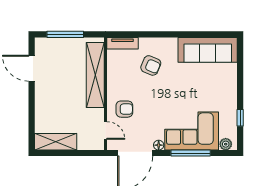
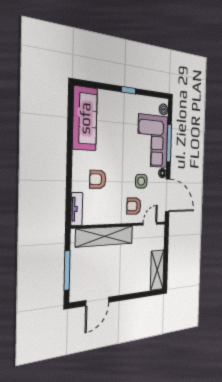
armchair: (151, 65) -> (98, 179), turned -113
armchair: (124, 109) -> (134, 206), turned -90
side table: (150, 118) -> (141, 181), added
window: (240, 118) -> (129, 90), moved

